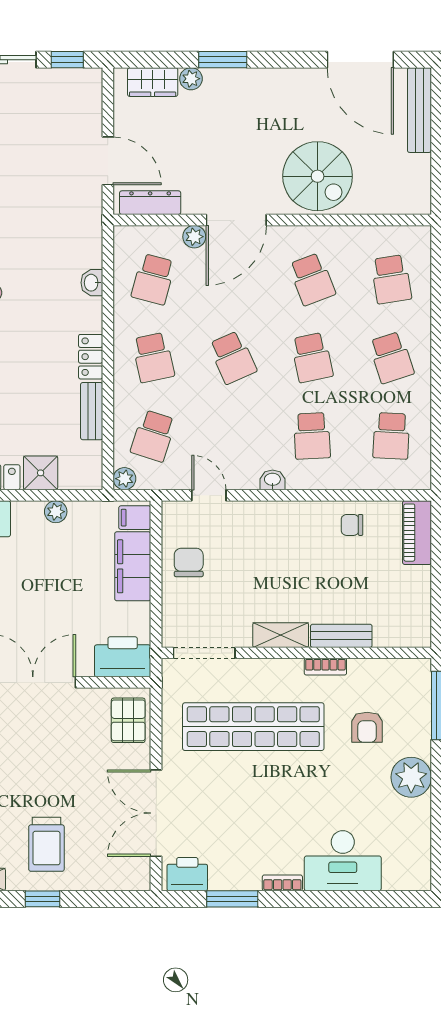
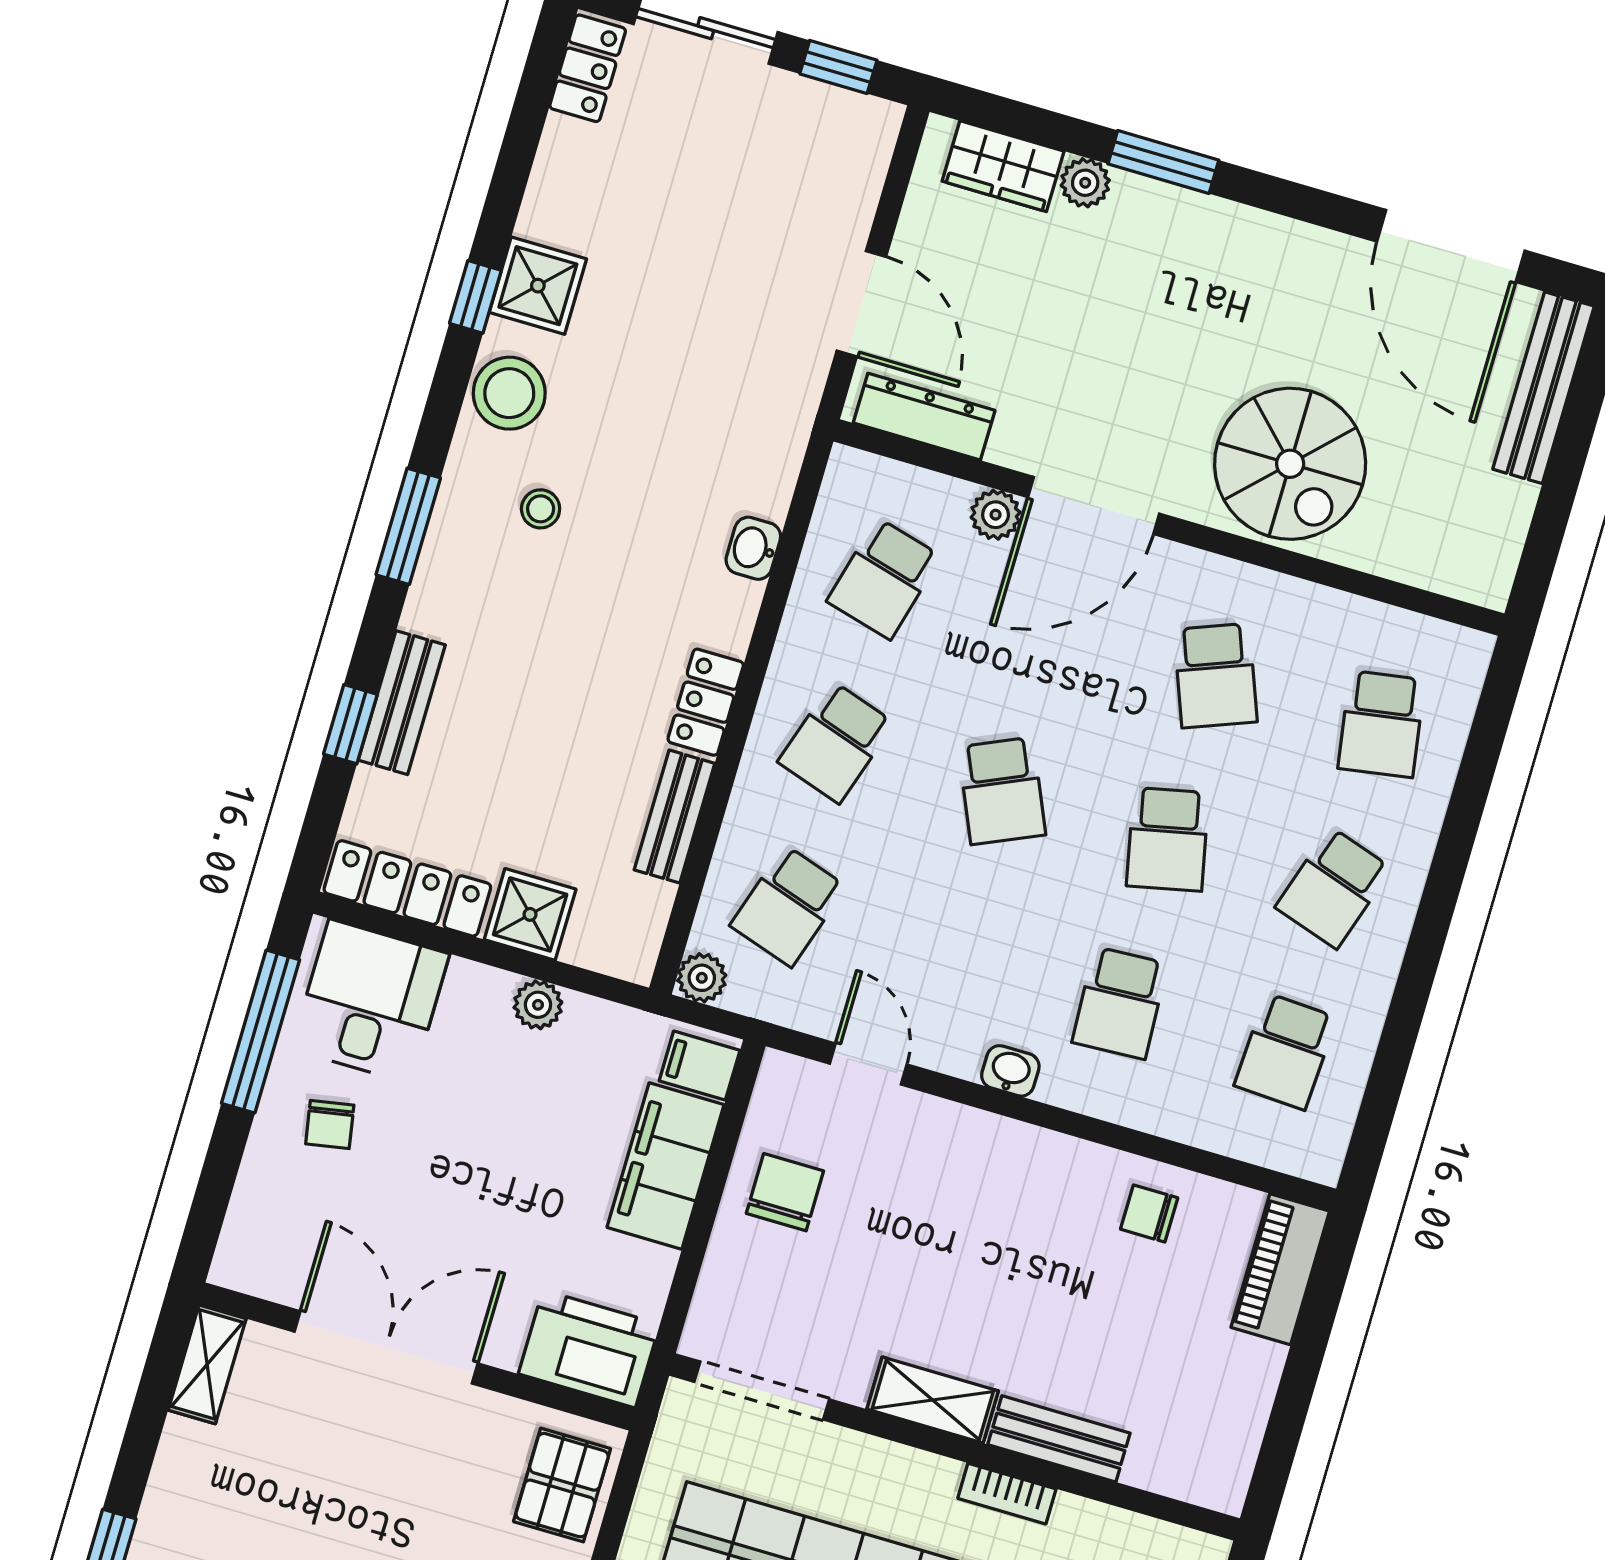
school desk: (153, 358) -> (836, 742), turned 30
school desk: (391, 358) -> (1333, 888), turned 36

